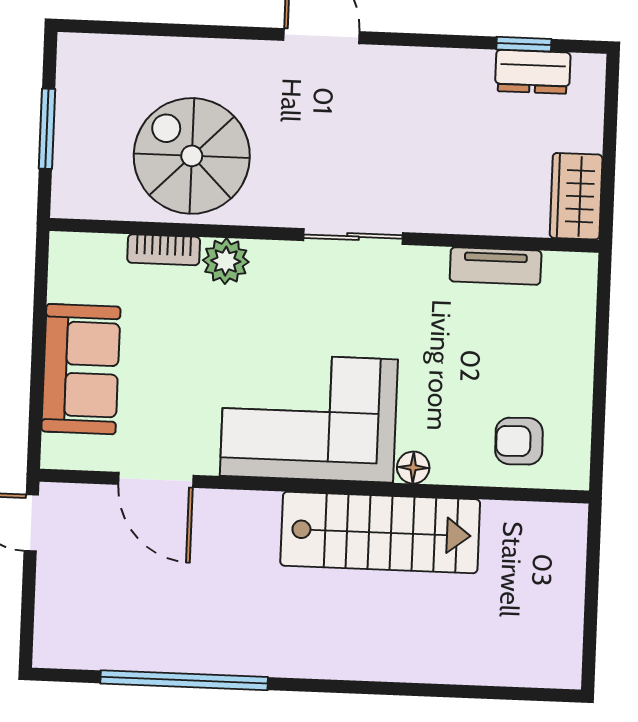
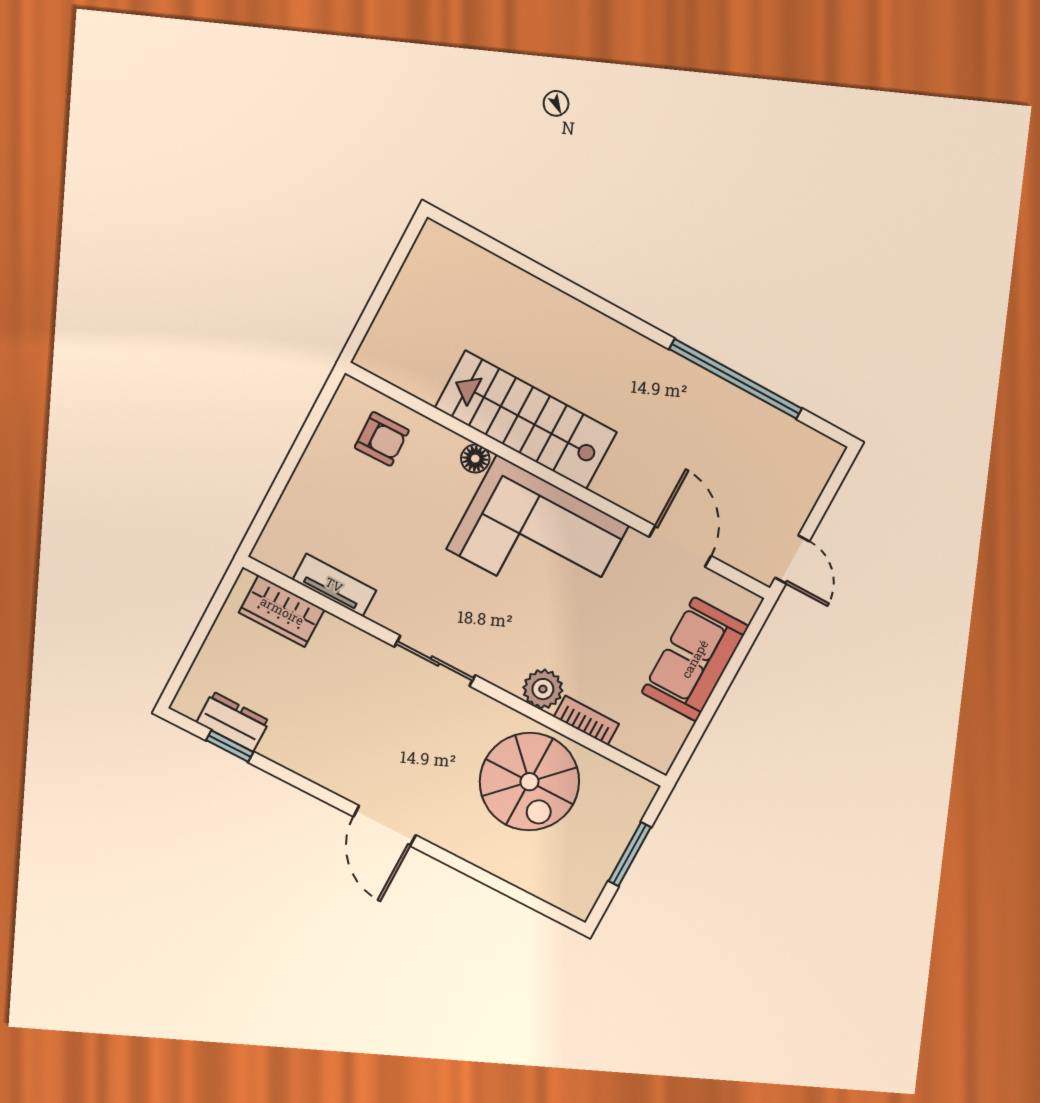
wardrobe: (576, 196) -> (282, 611), moved, turned 90

